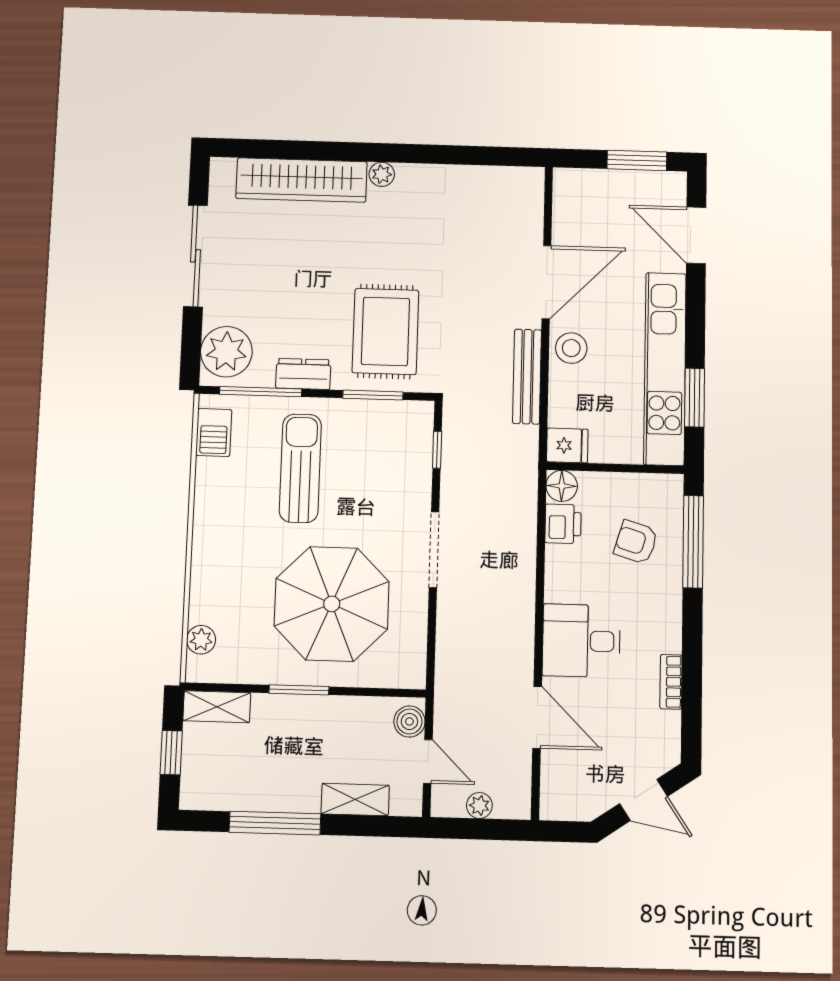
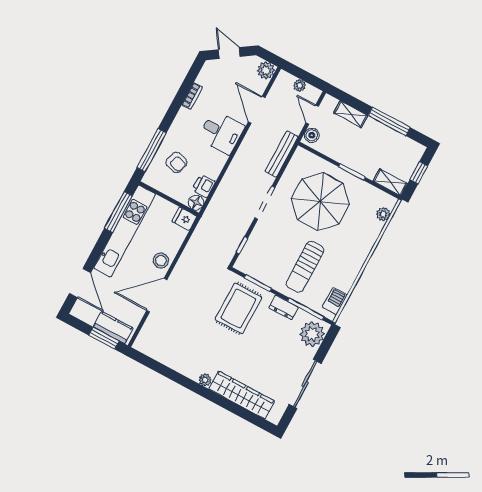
window: (637, 160) -> (104, 338), moved
kitchen counter: (595, 186) -> (113, 327), added
bench: (527, 377) -> (281, 154), moved
window: (695, 398) -> (118, 212), width x1.44
plant: (558, 802) -> (266, 70), added

